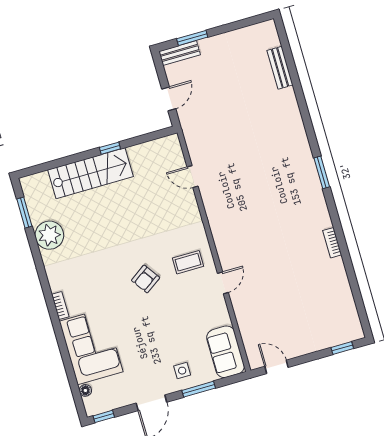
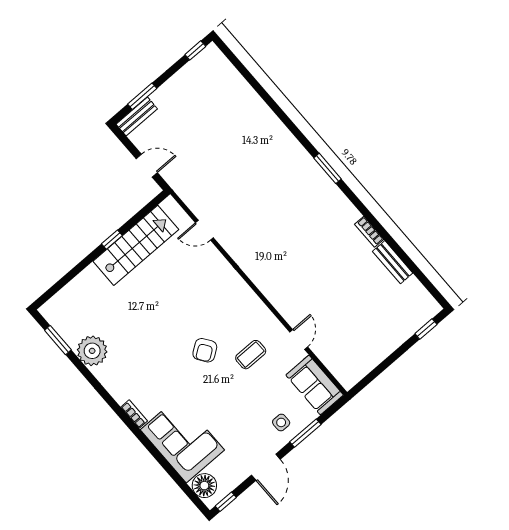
window: (256, 20) -> (195, 50), added
bench: (280, 68) -> (393, 262), moved
door: (169, 99) -> (147, 166), hinge flipped
stairs: (90, 173) -> (136, 245), moved
coffee table: (188, 262) -> (251, 355), moved
door: (223, 283) -> (299, 339), moved
door: (276, 367) -> (371, 377), removed
floor lamp: (85, 390) -> (204, 486), width x1.89, depth x1.89

